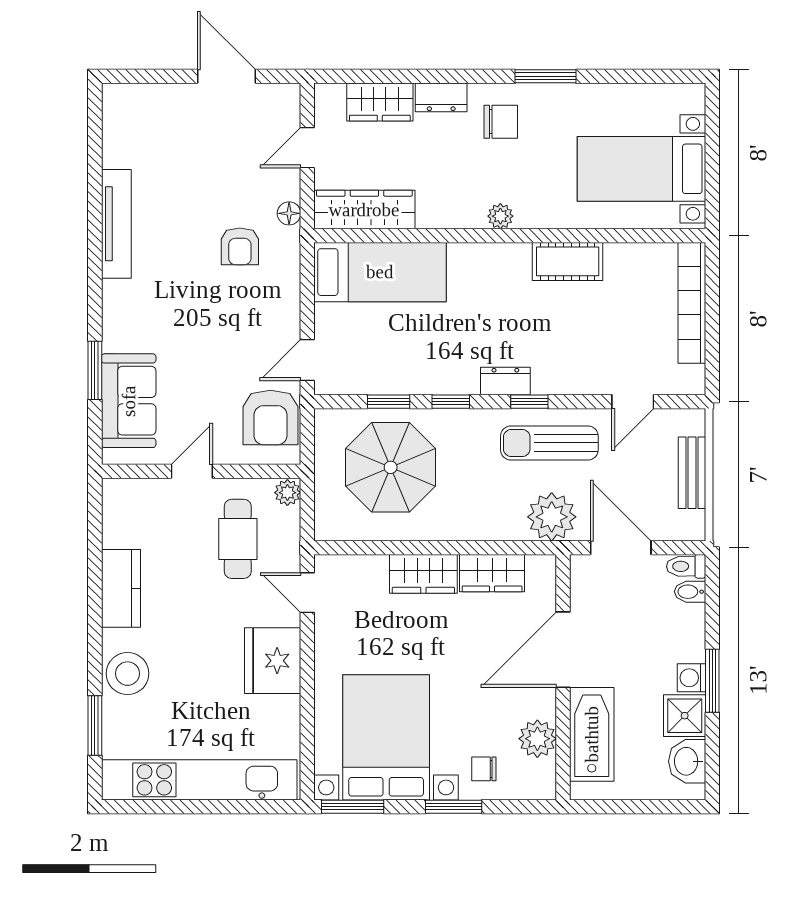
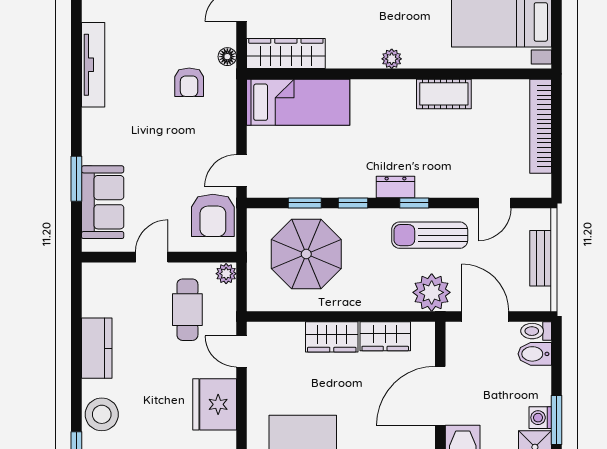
bidet: (690, 592) -> (535, 354), width x1.38, depth x1.36

